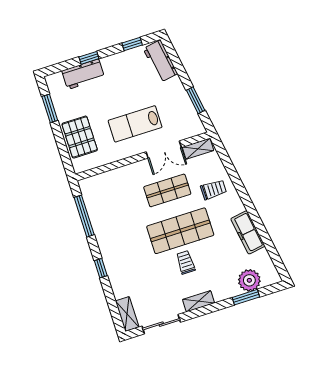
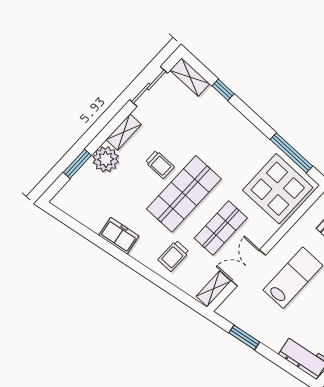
display table: (109, 195) -> (278, 189), added
freezer: (248, 232) -> (119, 236), width x0.71
window: (101, 268) -> (223, 90), moved
plant: (249, 280) -> (106, 159), moved

